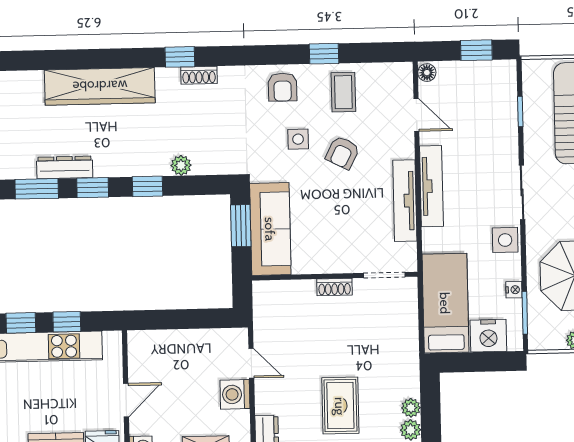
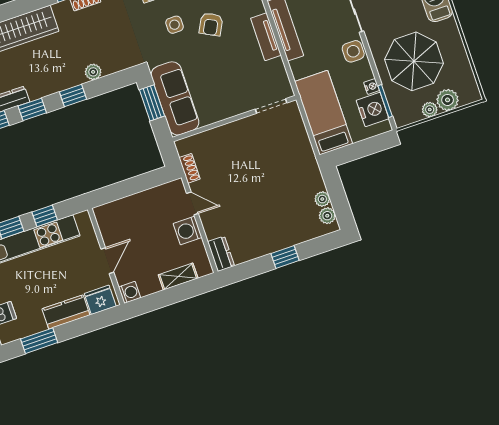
tv unit: (405, 201) -> (266, 37), width x0.71
shoe rack: (335, 287) -> (190, 168), moved, turned -90
nightstand: (488, 336) -> (373, 109), moved, turned -90
rug: (340, 406) -> (269, 214), removed

